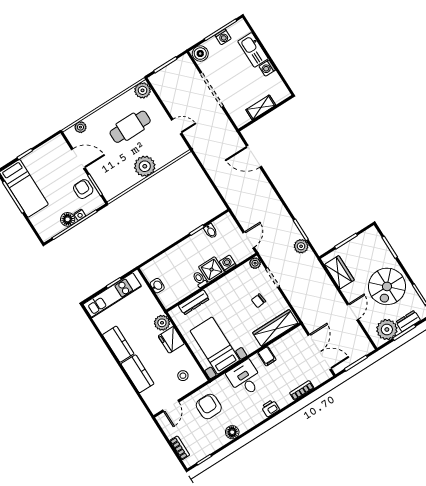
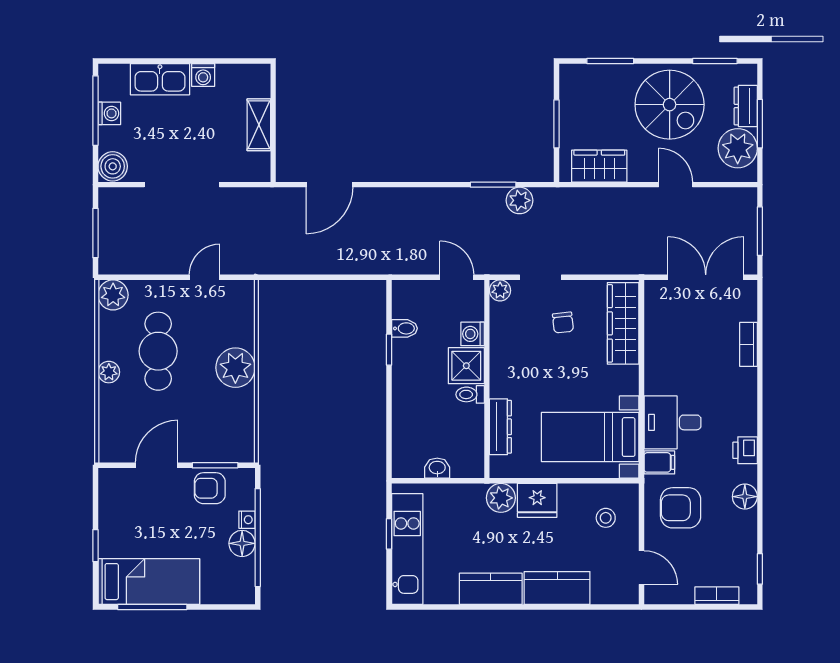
plant: (80, 127) -> (109, 372), moved
filing cabinet: (267, 356) -> (659, 462), moved
printer: (270, 408) -> (745, 450), moved

